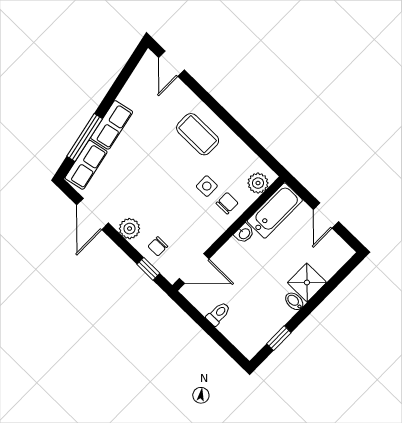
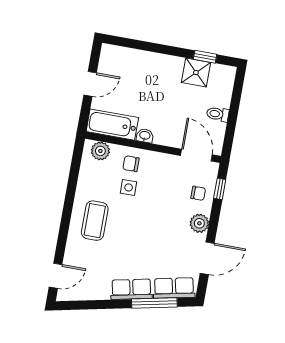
shower: (307, 282) -> (196, 73), moved
bidet: (294, 301) -> (170, 64), removed

